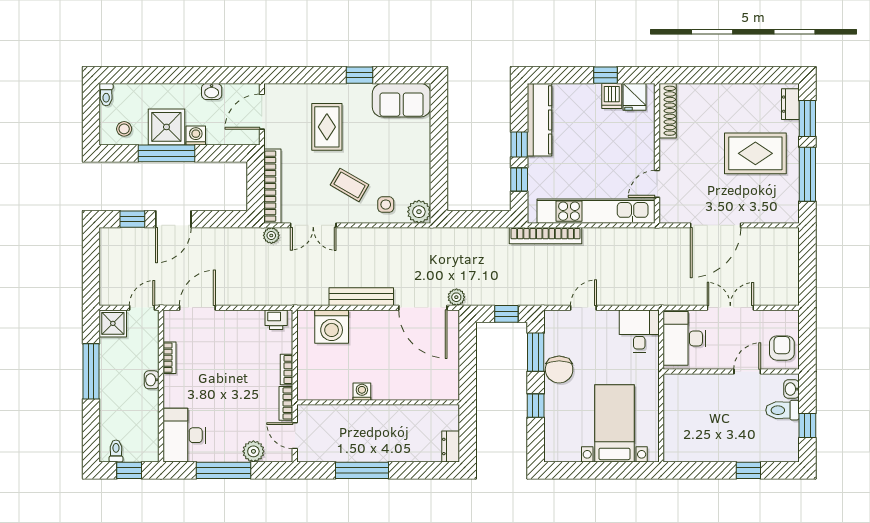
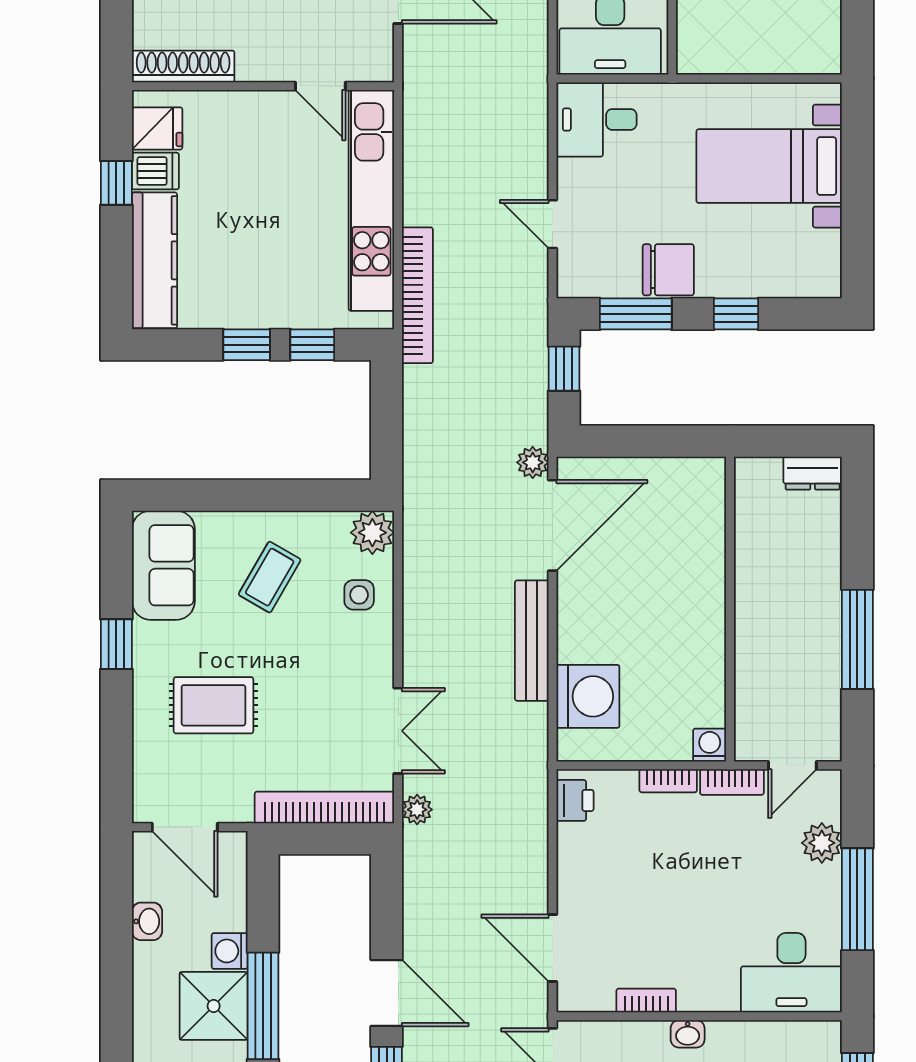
kitchen counter: (539, 120) -> (154, 260), moved, turned 90
coffee table: (350, 185) -> (270, 577), moved
washing machine: (362, 392) -> (710, 745), moved, turned 90

